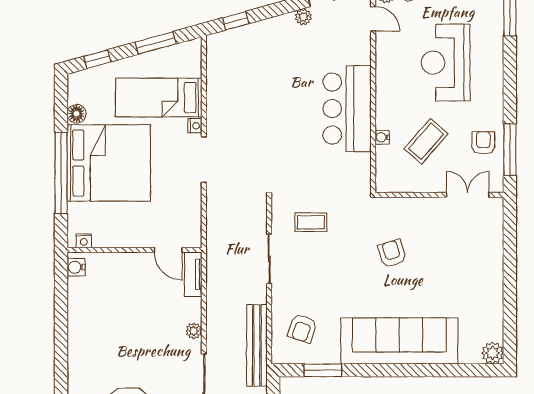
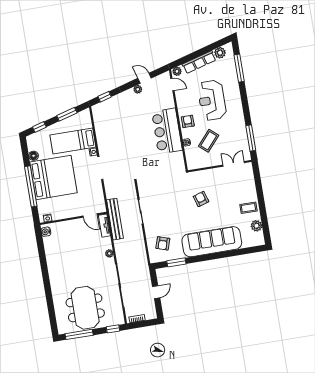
armchair: (483, 143) -> (188, 121), moved
coffee table: (311, 222) -> (248, 208), moved
bench: (257, 345) -> (115, 219), moved
plant: (493, 353) -> (257, 226), moved

